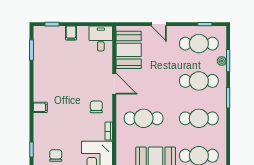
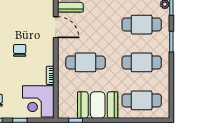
chair: (96, 107) -> (20, 50), moved

